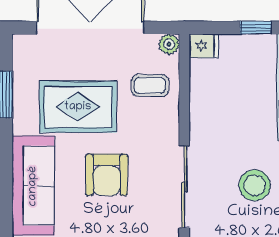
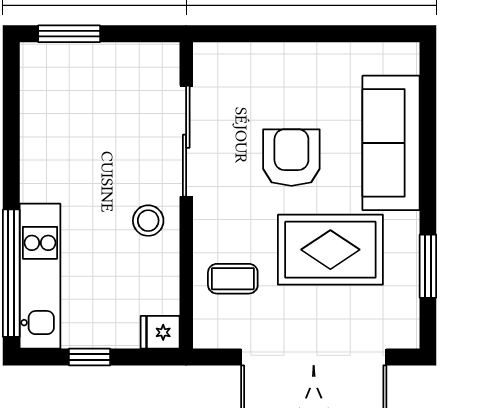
plant: (169, 44) -> (207, 335), removed
stool: (255, 185) -> (148, 221), moved, width x0.73, depth x0.73

